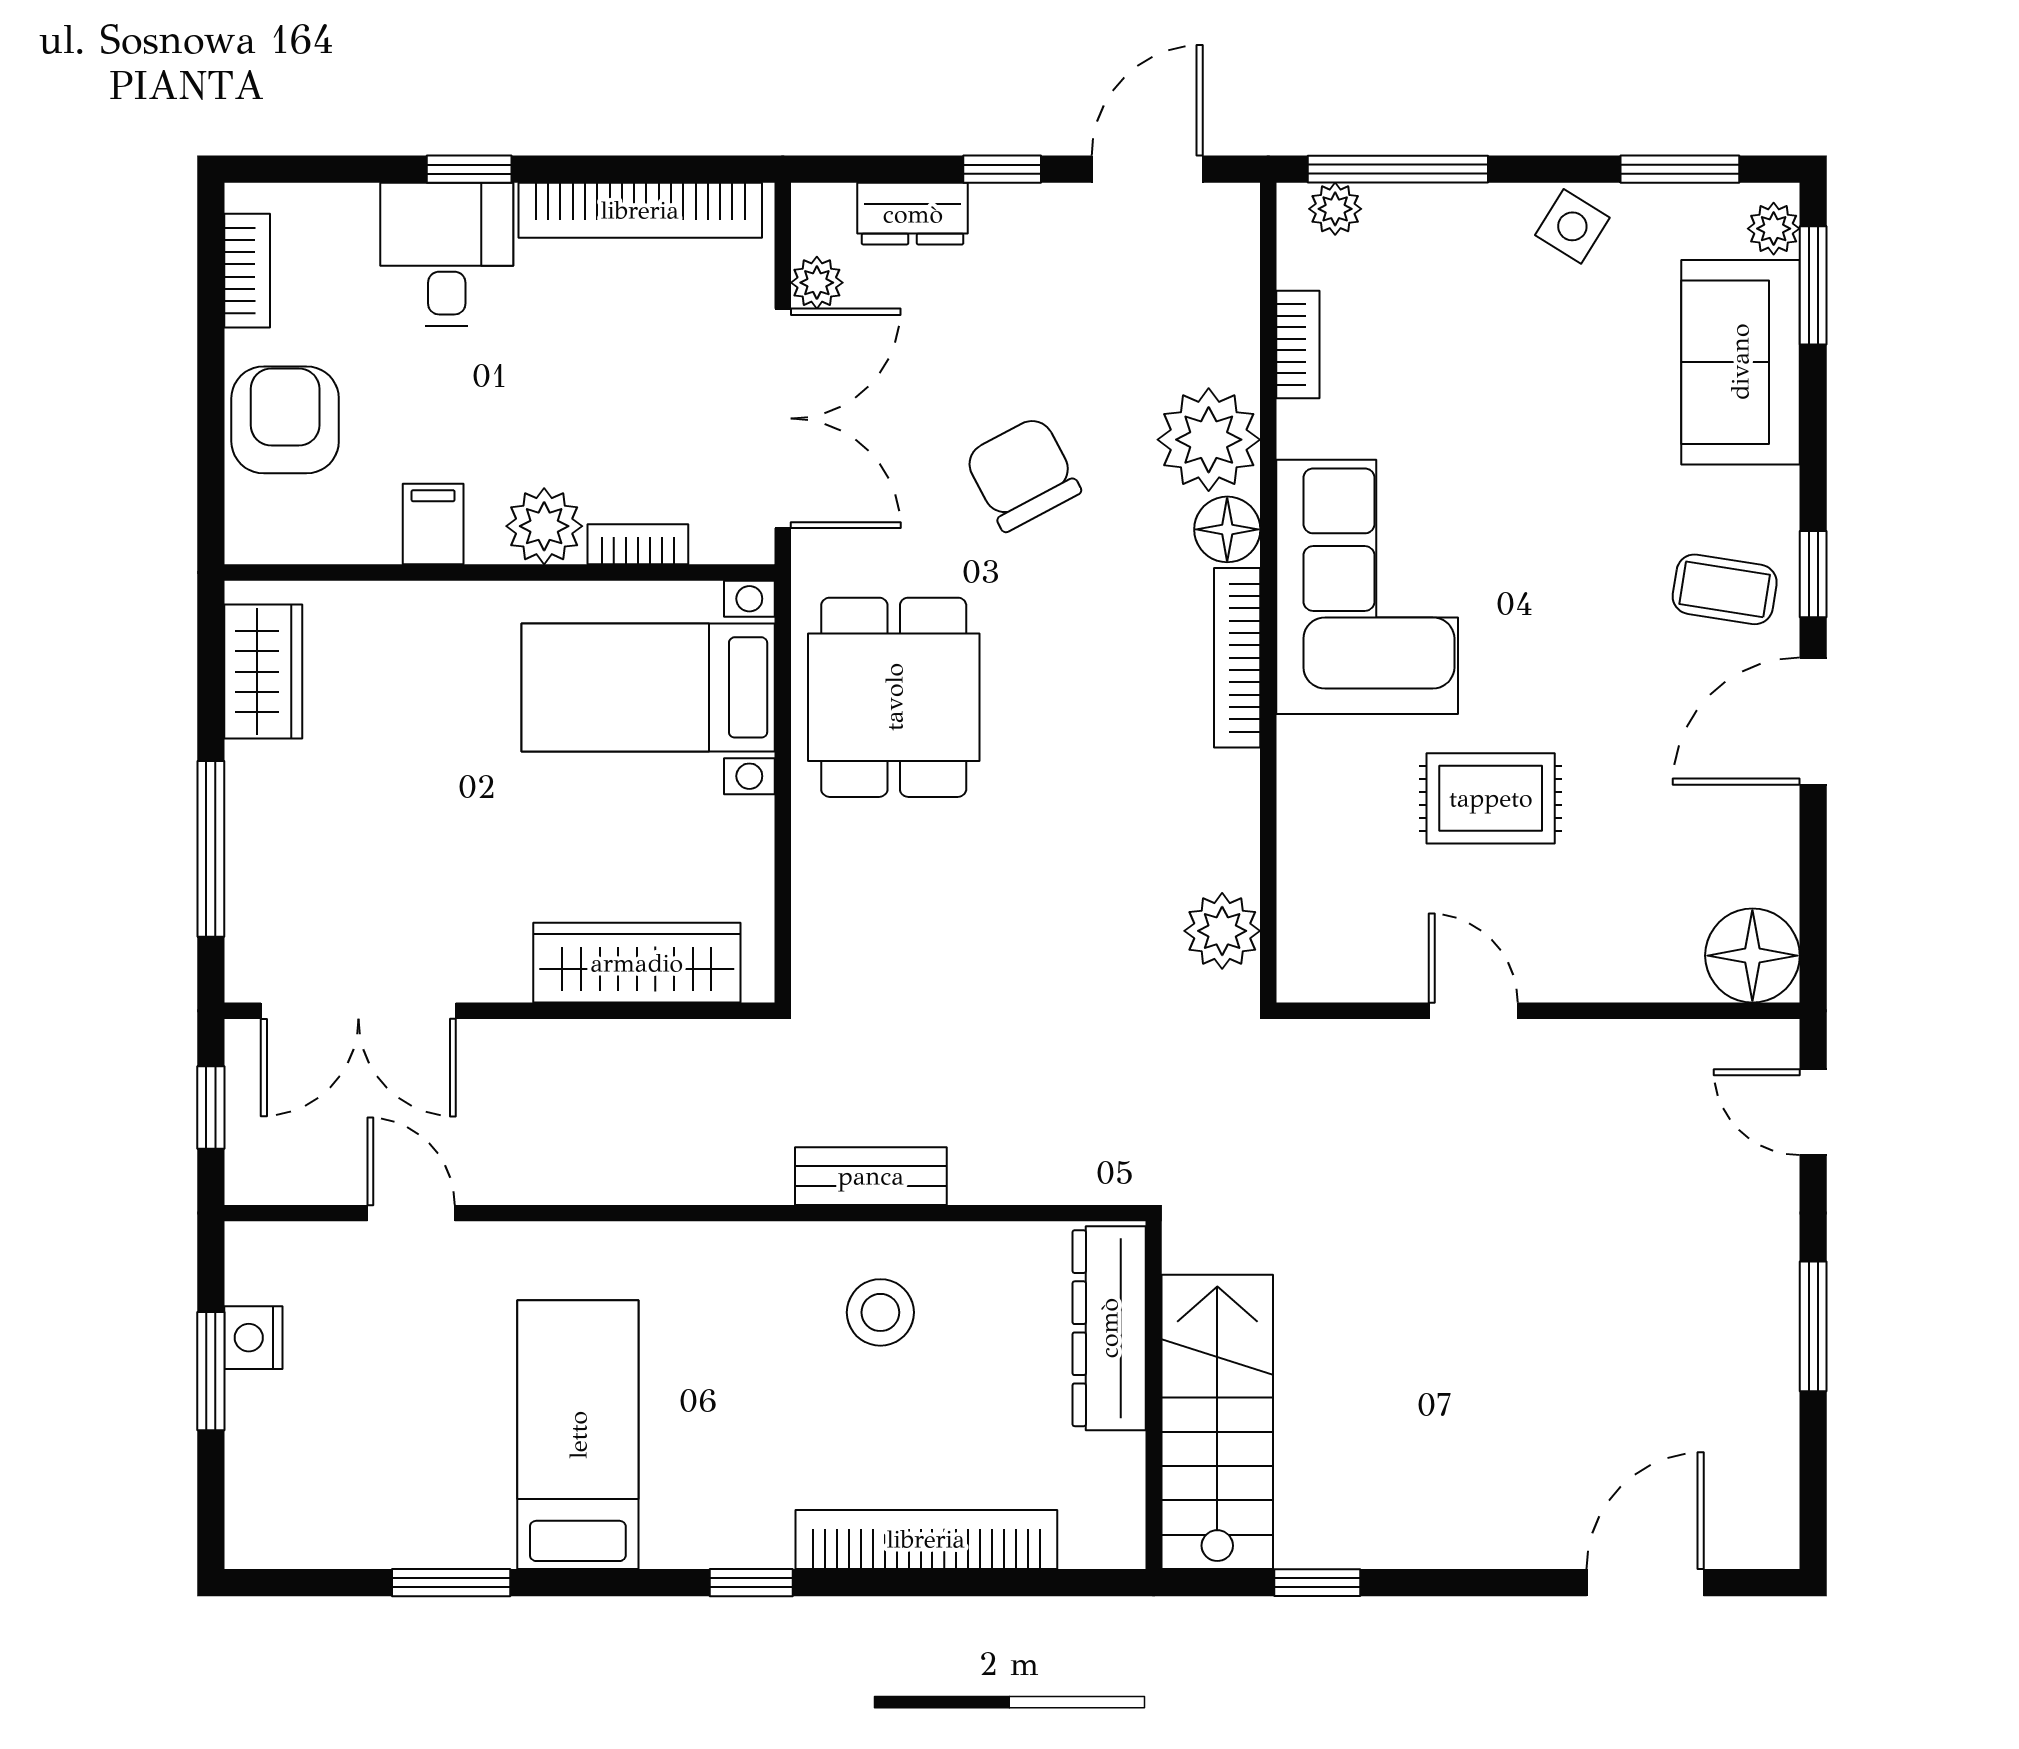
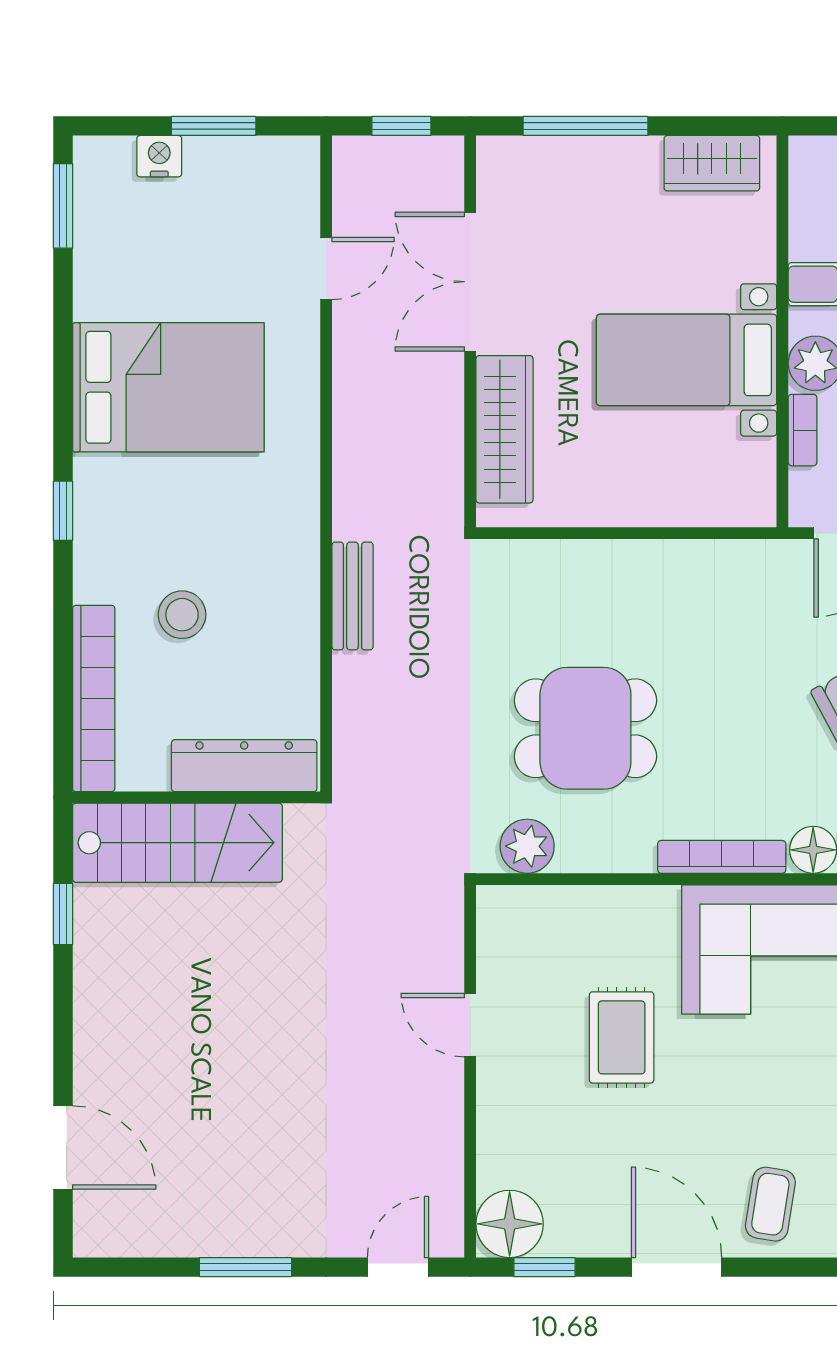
window: (1813, 574) -> (544, 1267), moved
bed with nightstands: (648, 687) -> (687, 360), moved, turned -90
dining table: (894, 697) -> (585, 728), moved
double door: (358, 1011) -> (470, 282), moved
door: (1473, 1011) -> (470, 1025), swing flipped
stool: (880, 1312) -> (182, 615), moved
nightstand: (253, 1338) -> (159, 156), moved
bed: (578, 1435) -> (168, 387), width x1.50
bookcase: (926, 1539) -> (94, 698), moved
window: (451, 1583) -> (63, 206), moved

